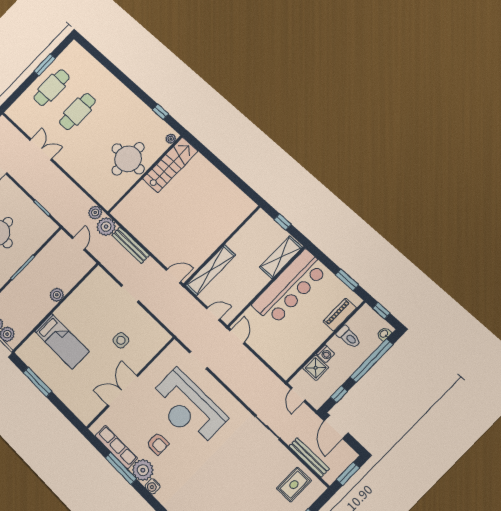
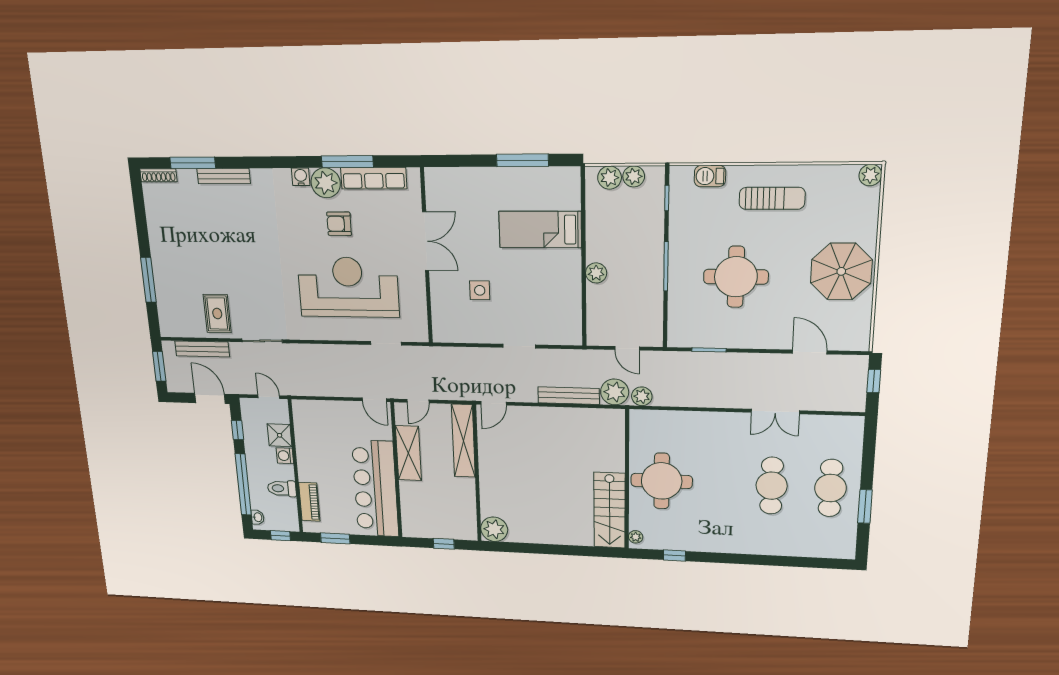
plant: (244, 206) -> (494, 529), added
shelving: (281, 257) -> (408, 453), moved
rug: (294, 485) -> (217, 313), moved

